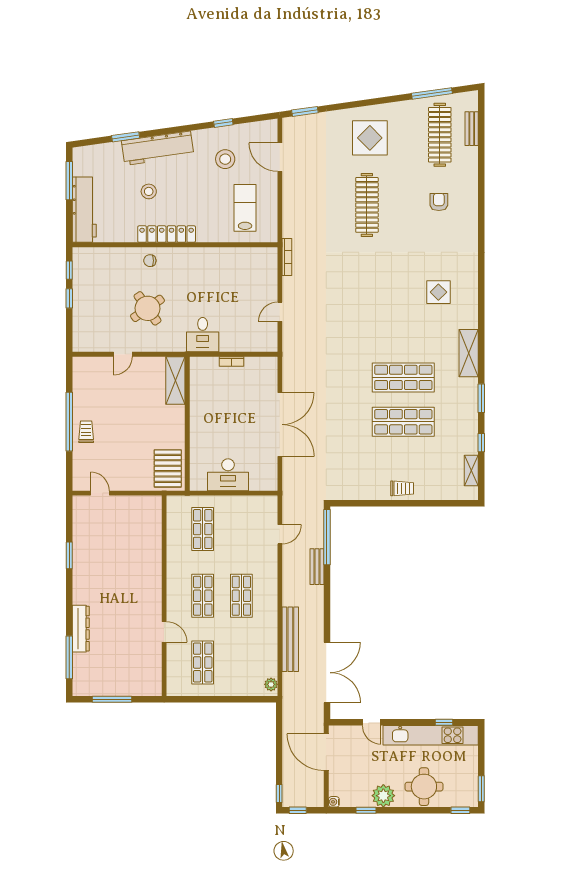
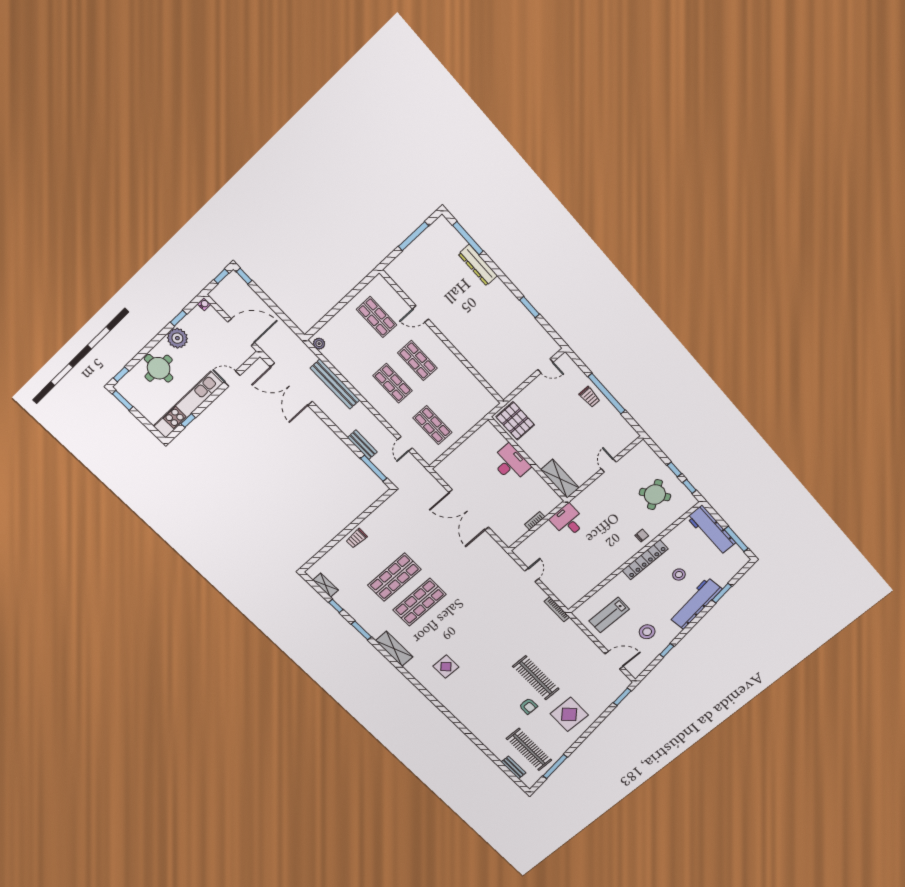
armchair: (439, 202) -> (528, 706), moved
lab bench: (245, 208) -> (609, 615), turned 90
round table: (147, 308) -> (655, 495), moved
desk: (228, 475) -> (510, 463), moved, turned 90
shop shelf: (203, 529) -> (432, 425), moved
window: (327, 537) -> (374, 468), width x0.68

